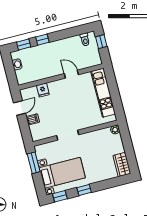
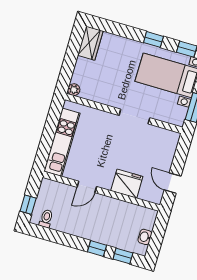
door: (71, 74) -> (87, 187), hinge flipped
fridge: (43, 90) -> (127, 184), width x1.88, depth x1.34
door: (20, 108) -> (173, 183), hinge flipped
dishwasher: (33, 119) -> (165, 160), removed

